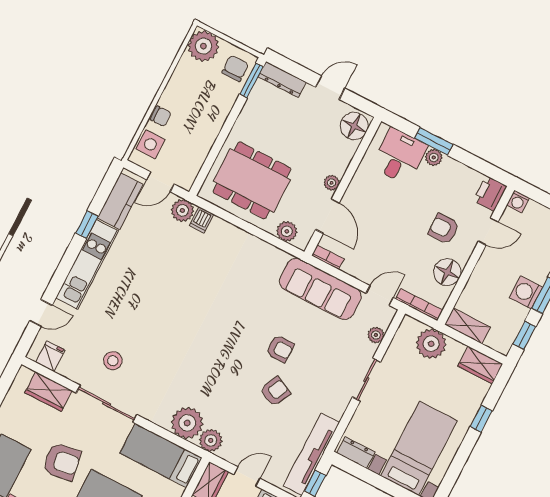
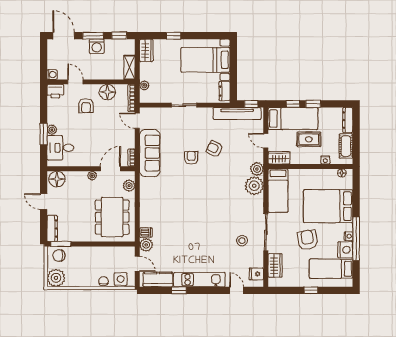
plant: (376, 335) -> (159, 112), removed
plant: (431, 344) -> (144, 85), width x0.53, depth x0.53

